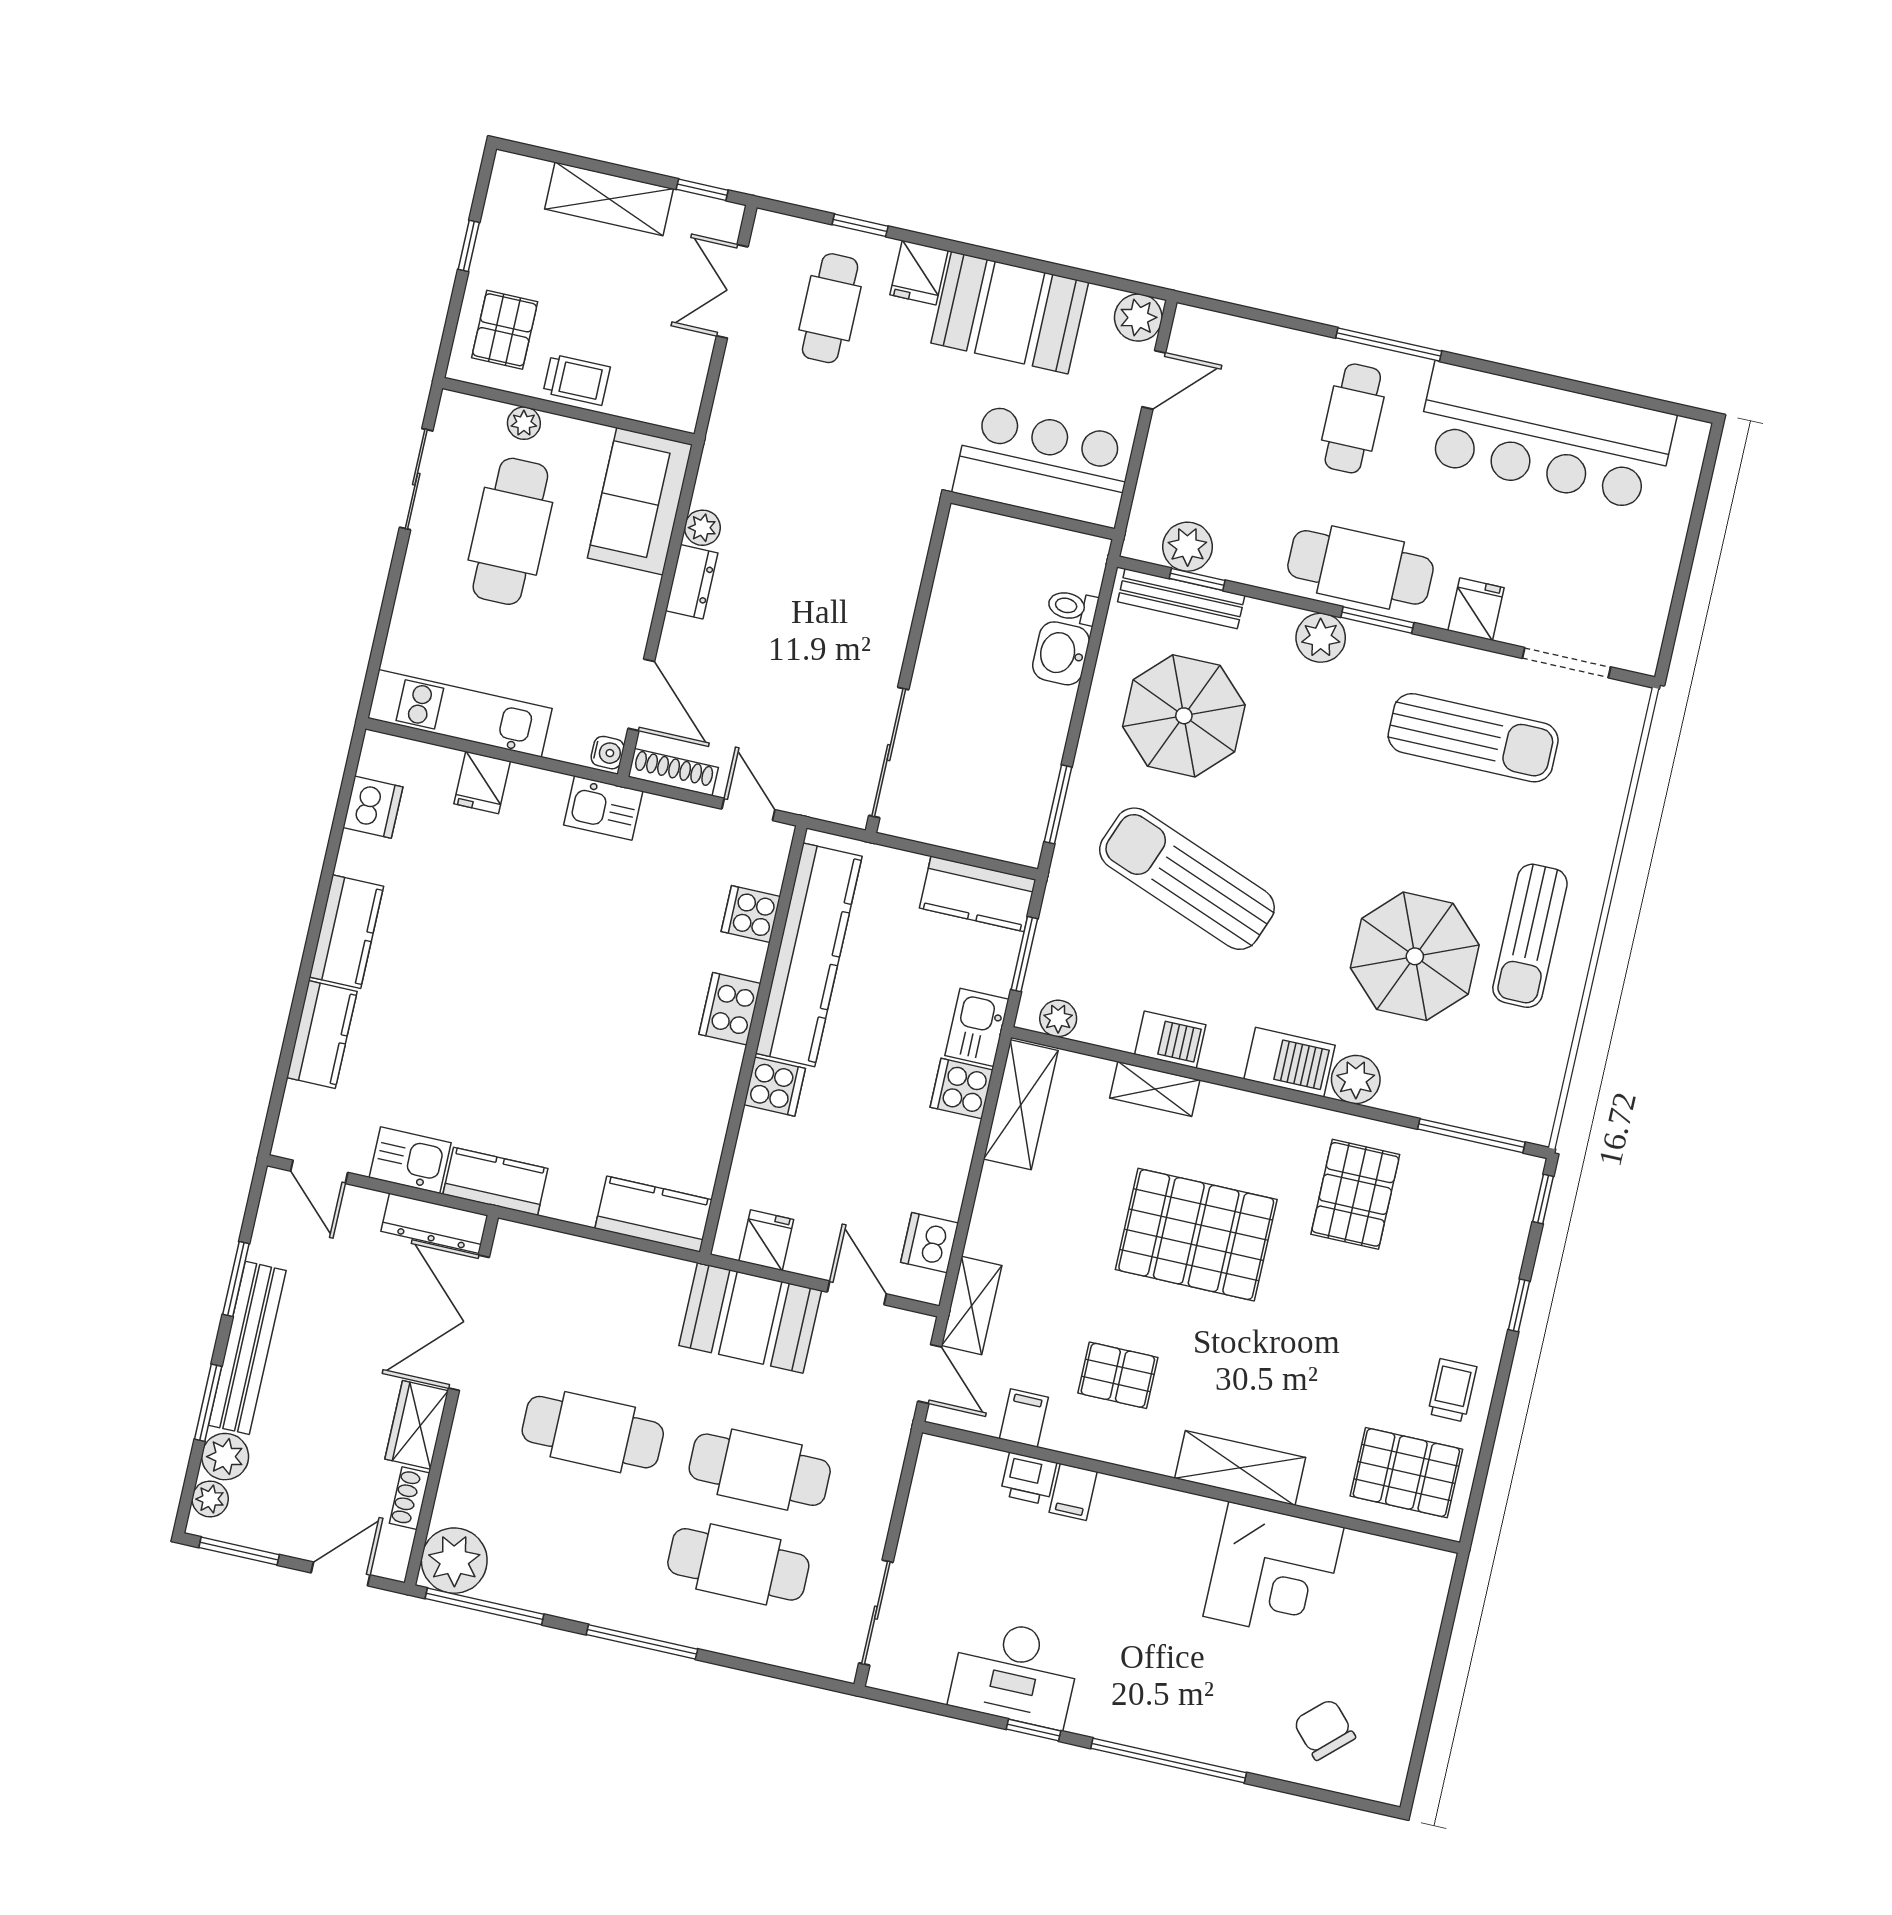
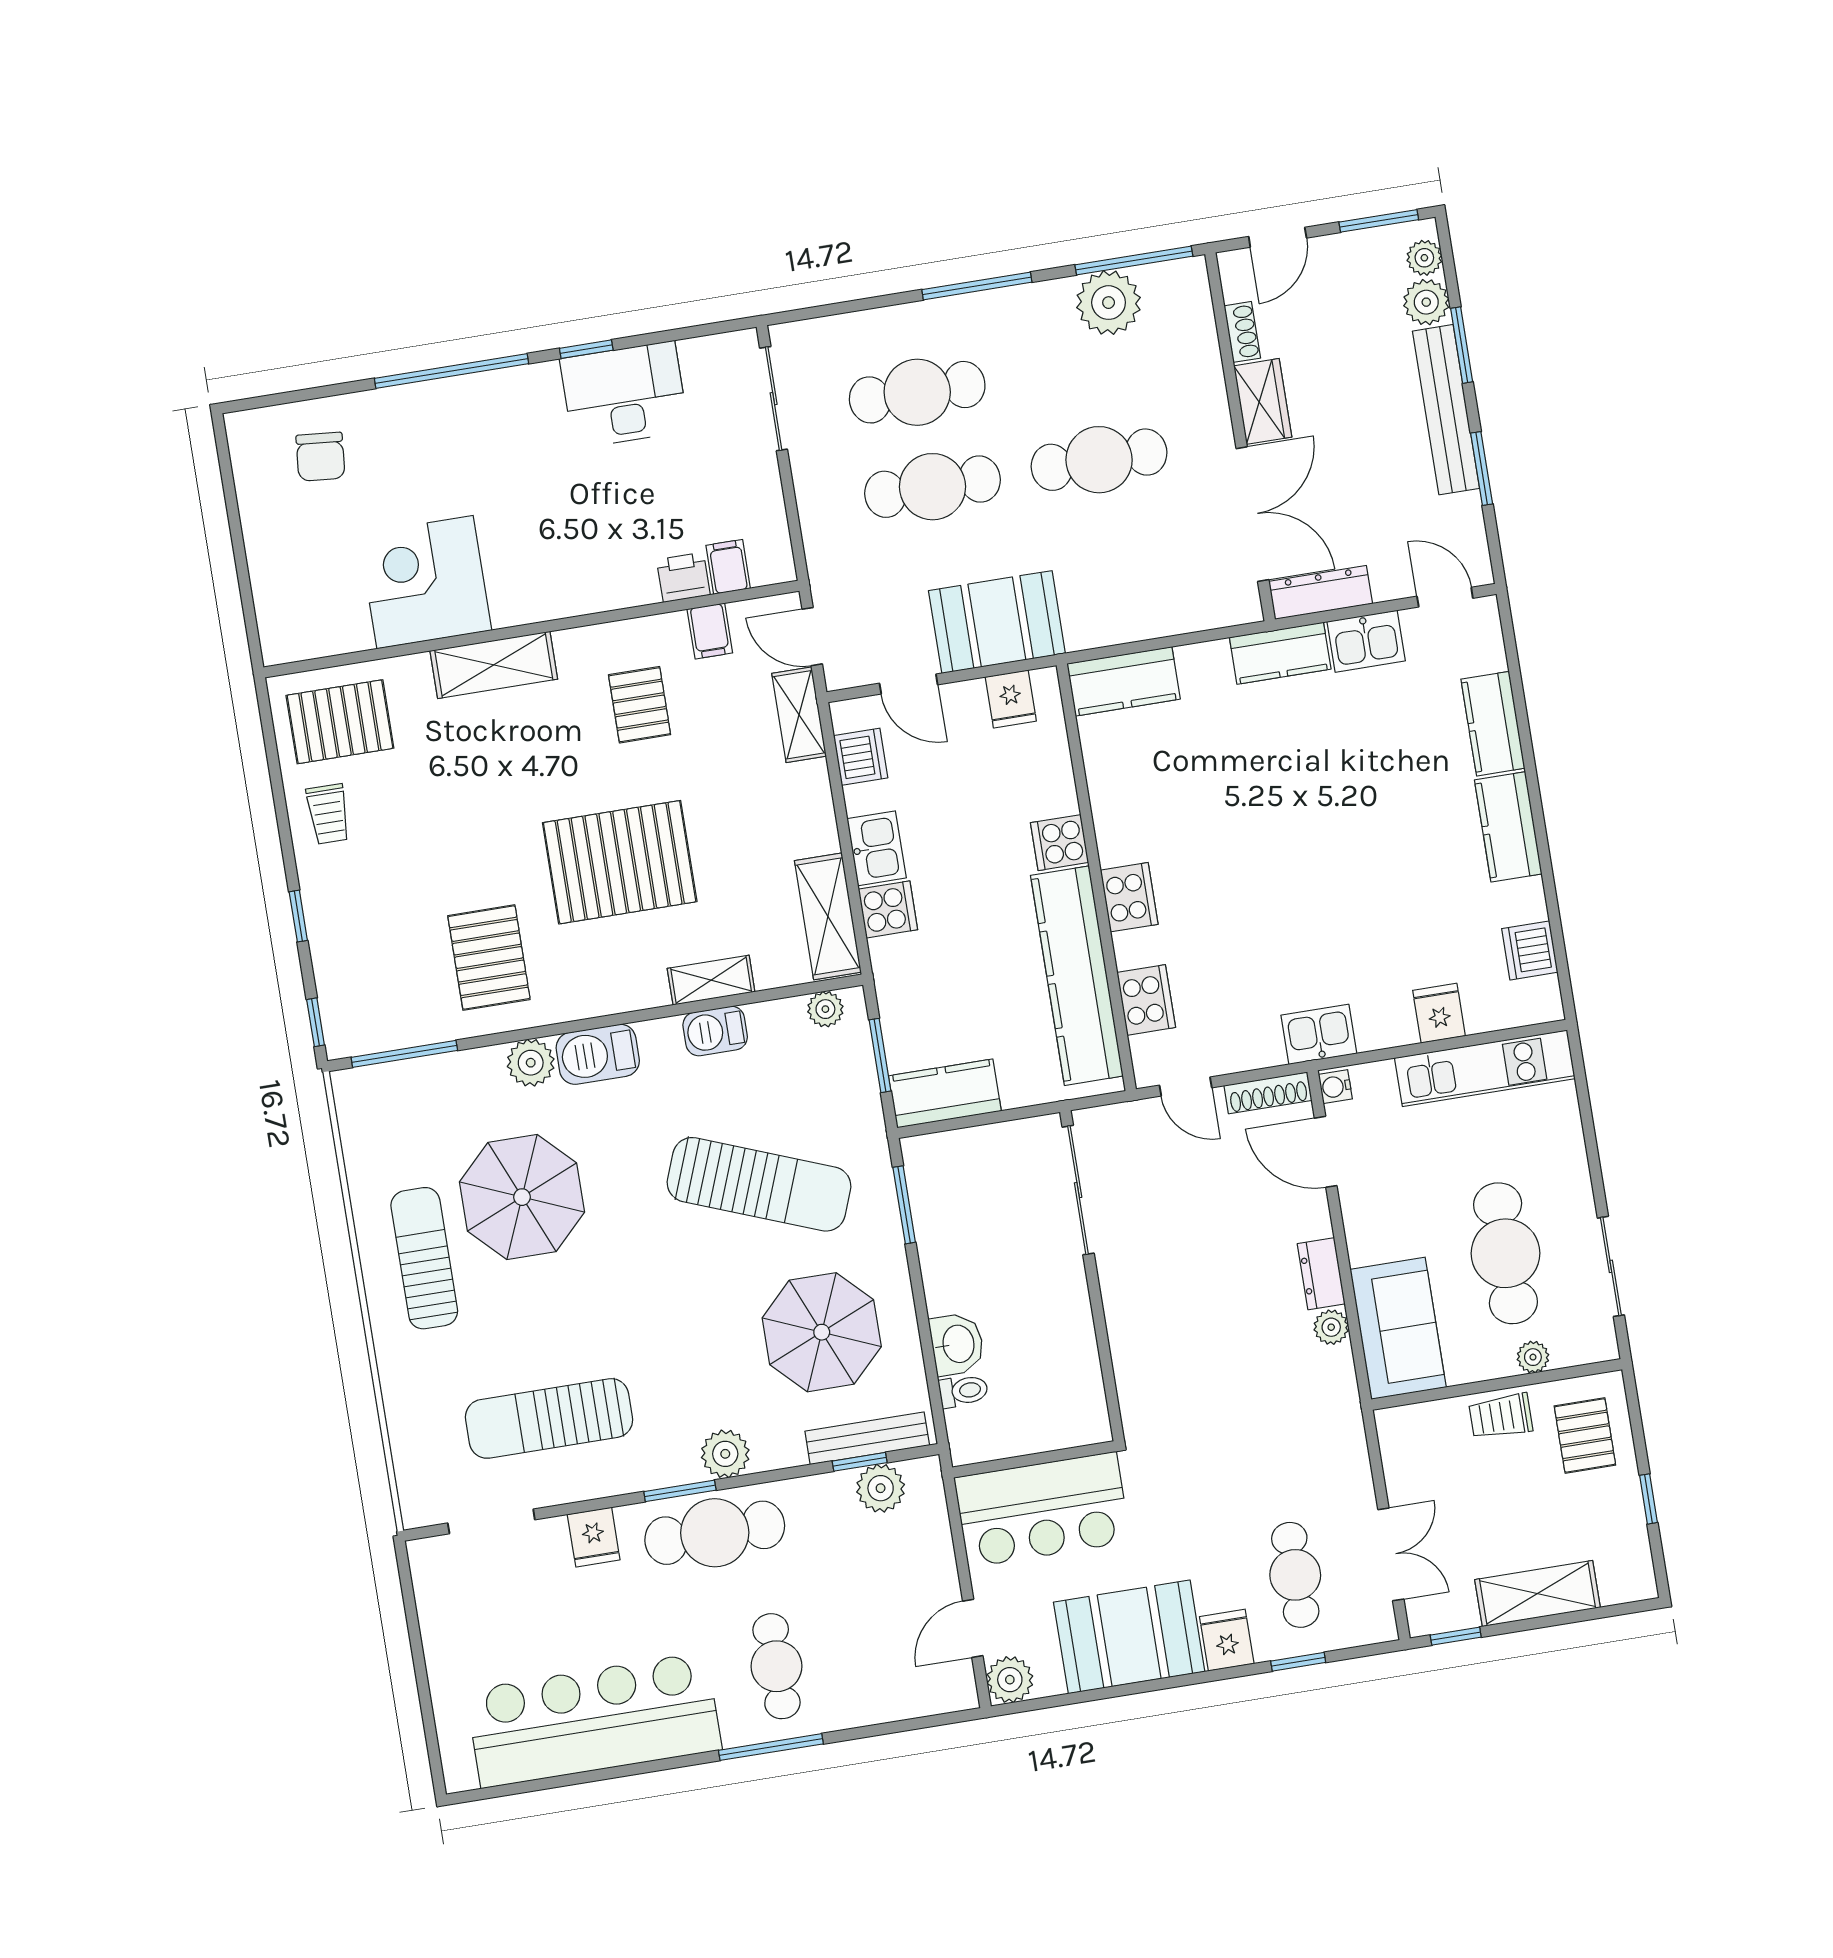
cooker: (751, 914) -> (1146, 1000), width x1.36
kitchen sink: (977, 1027) -> (877, 848), moved
pallet: (1118, 1375) -> (640, 705), turned 90
filing cabinet: (1073, 1492) -> (728, 567), moved
plant: (454, 1561) -> (1109, 303), moved
chair: (1324, 1729) -> (320, 457), turned 48

